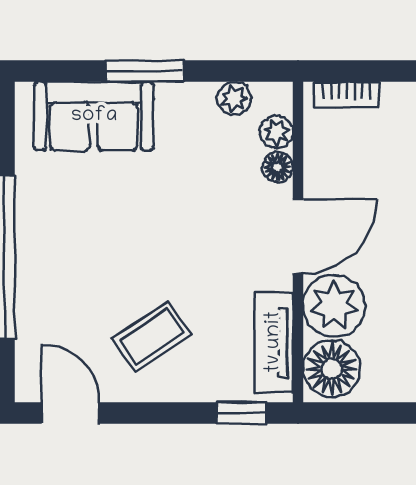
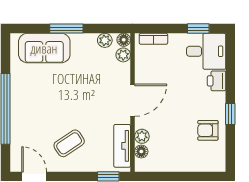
floor lamp: (278, 167) -> (124, 40), moved
plant: (334, 306) -> (142, 136), width x0.53, depth x0.53
floor lamp: (332, 369) -> (141, 151), width x0.53, depth x0.53

